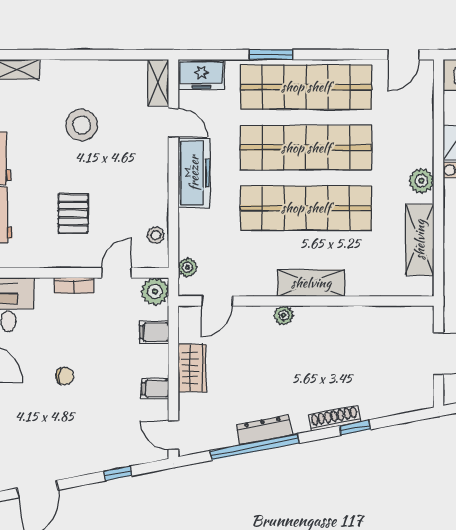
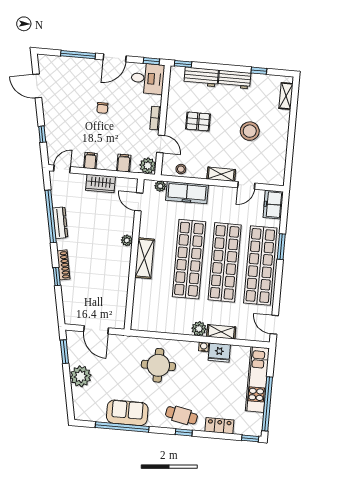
shelving: (158, 82) -> (221, 174), moved
freezer: (194, 173) -> (187, 193), moved
shelving: (420, 240) -> (221, 332), moved, width x0.67, depth x0.75

